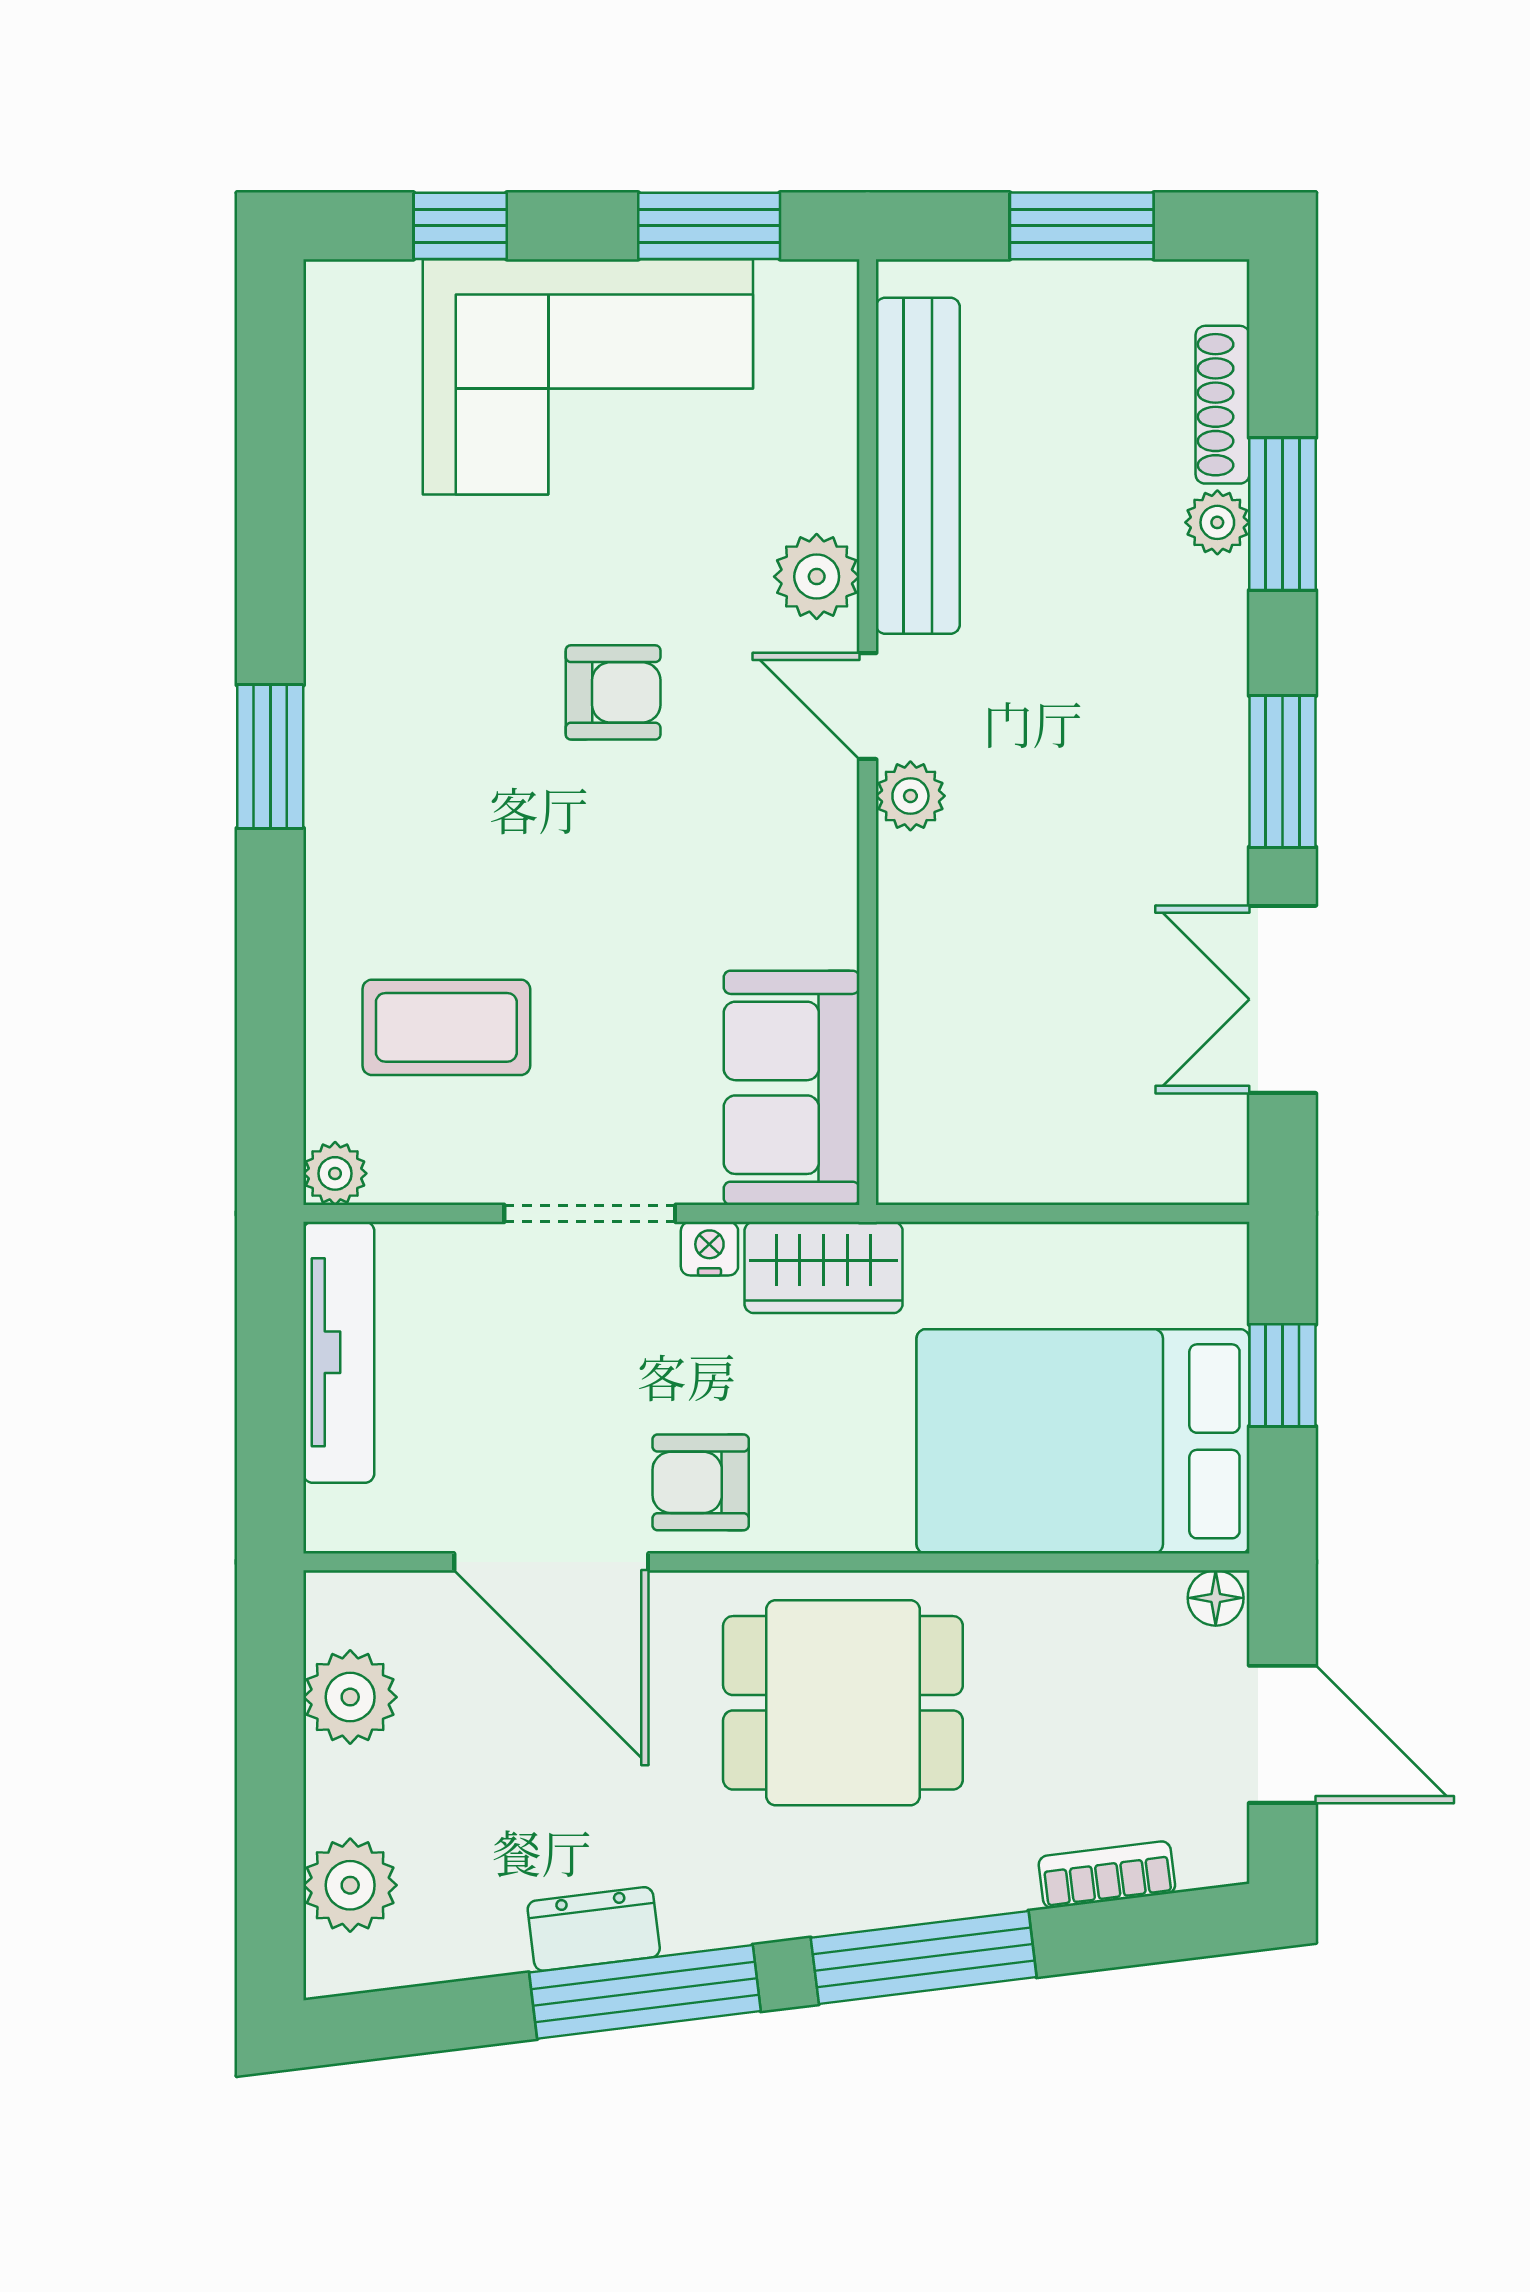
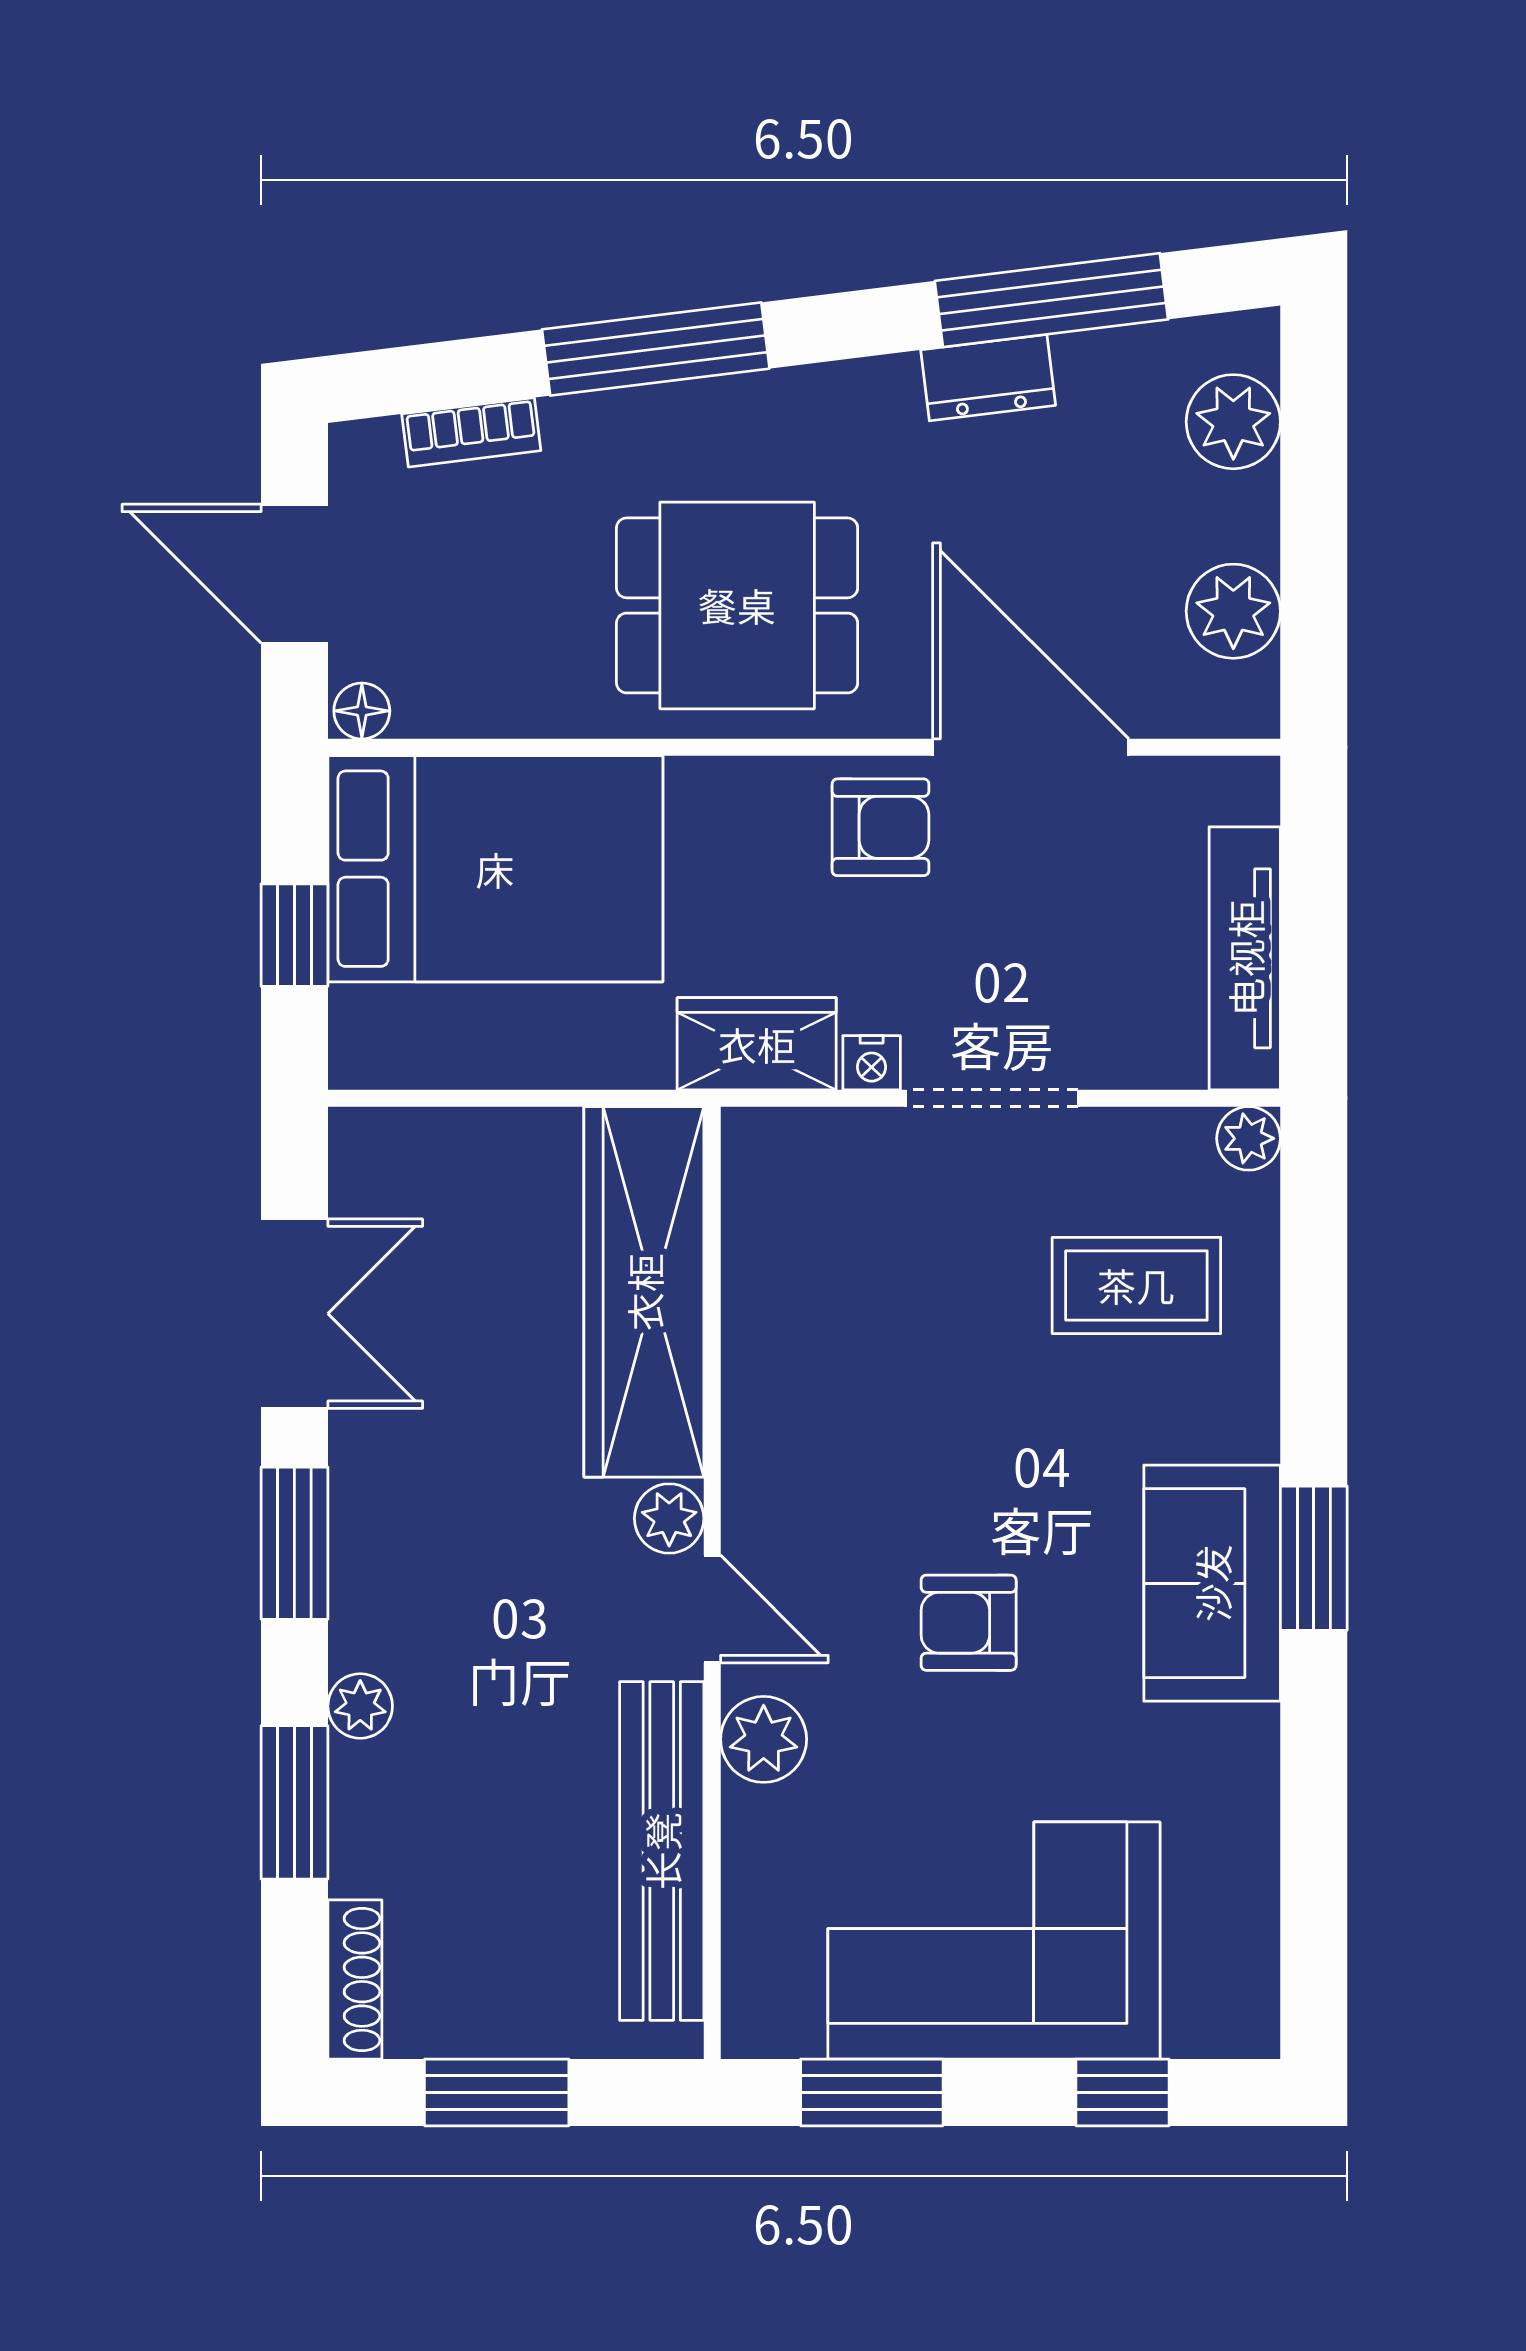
shoe rack: (1222, 405) -> (355, 1979), moved
plant: (1217, 522) -> (360, 1706), moved
wardrobe: (936, 1021) -> (644, 1292), added
sofa: (792, 1088) -> (1212, 1583), moved, turned 180
window: (645, 1992) -> (1051, 300), moved

